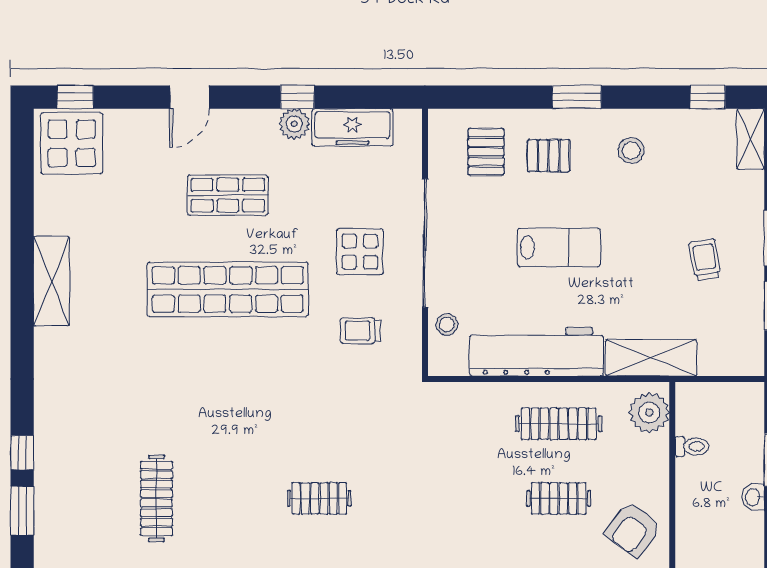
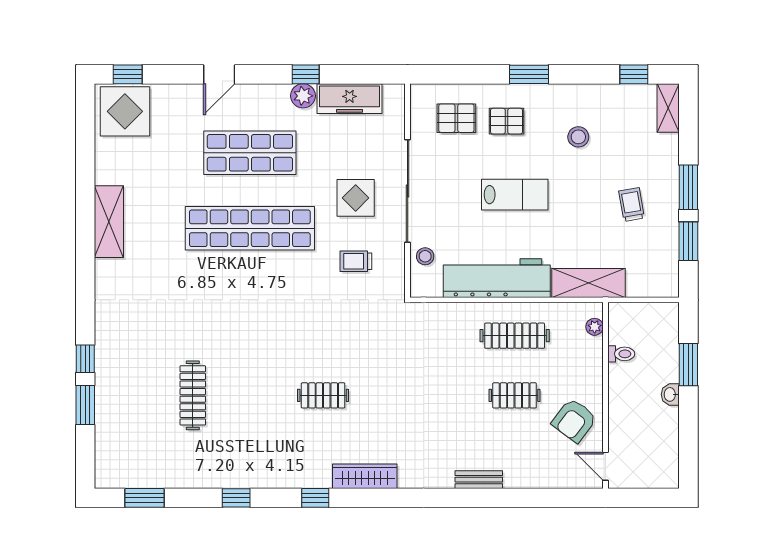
stool: (631, 150) -> (578, 137), moved
pallet: (486, 152) -> (456, 118), turned 90
shop shelf: (228, 195) -> (250, 153), width x1.43, depth x1.36
plant: (649, 413) -> (595, 327), width x0.53, depth x0.53

